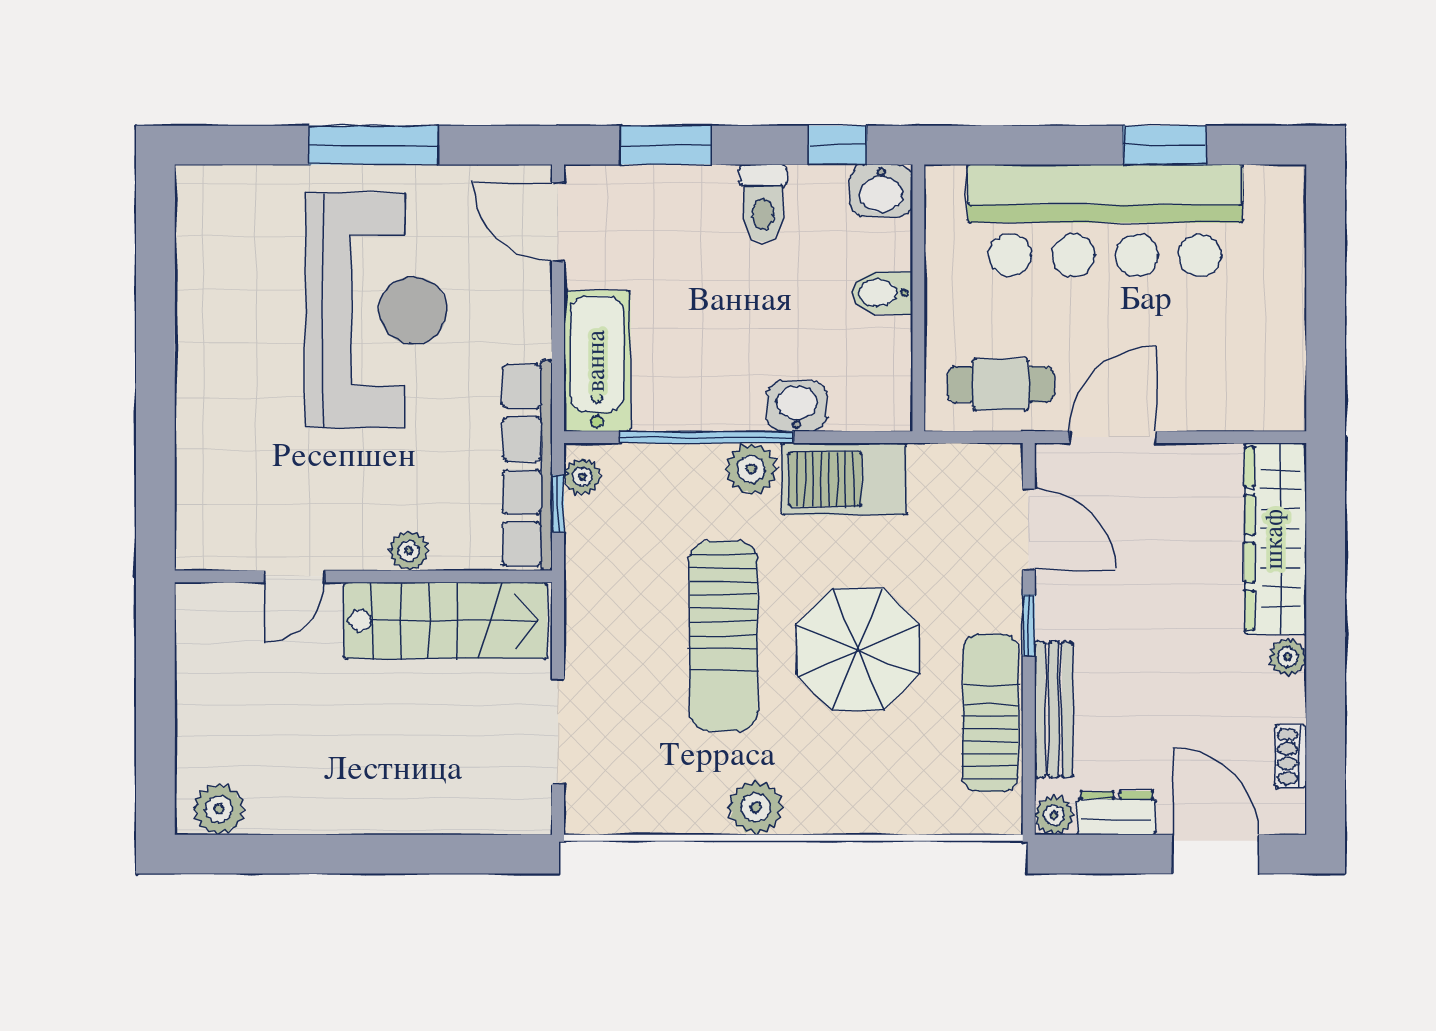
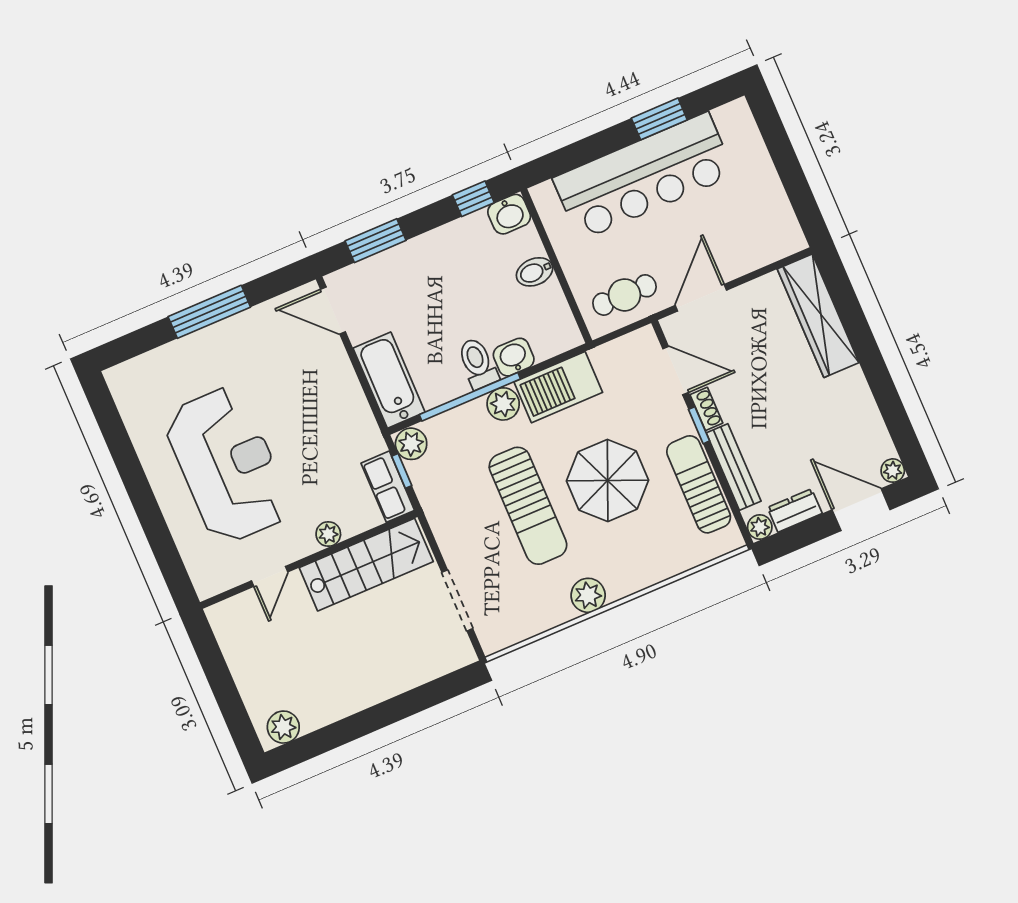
toilet: (763, 203) -> (478, 363), moved, turned 180
reception desk: (376, 310) -> (228, 465), moved
row of seats: (527, 465) -> (388, 487), width x0.50
plant: (582, 477) -> (411, 444), width x1.38, depth x1.38
plant: (1288, 657) -> (893, 471), moved
shoe rack: (1291, 756) -> (706, 409), moved, turned 180

